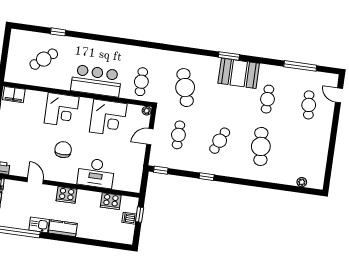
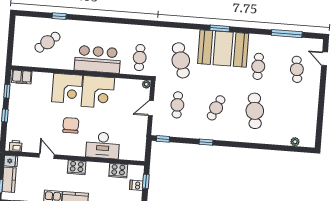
booth: (239, 73) -> (223, 49), width x1.36, depth x1.42
corner desk: (108, 118) -> (98, 92), moved

